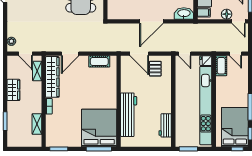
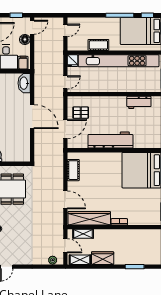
door: (25, 54) -> (65, 246), hinge flipped
cot: (221, 66) -> (98, 45), moved
workbench: (129, 115) -> (110, 140), moved
shelving: (37, 124) -> (80, 260), moved

